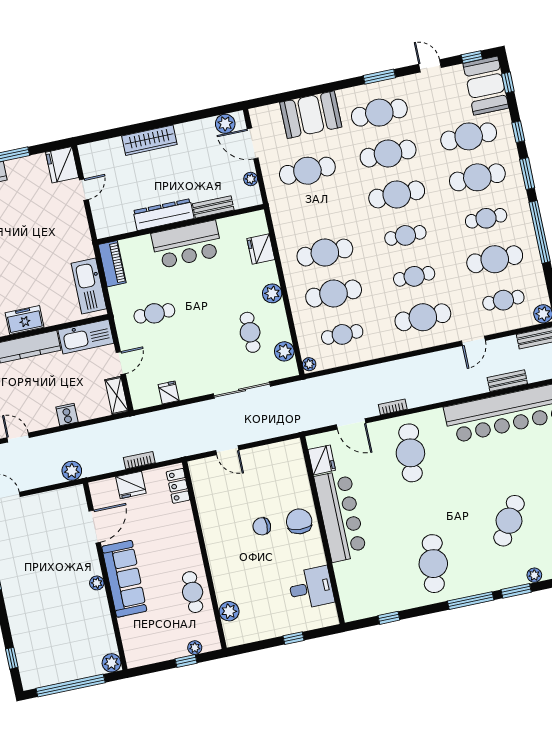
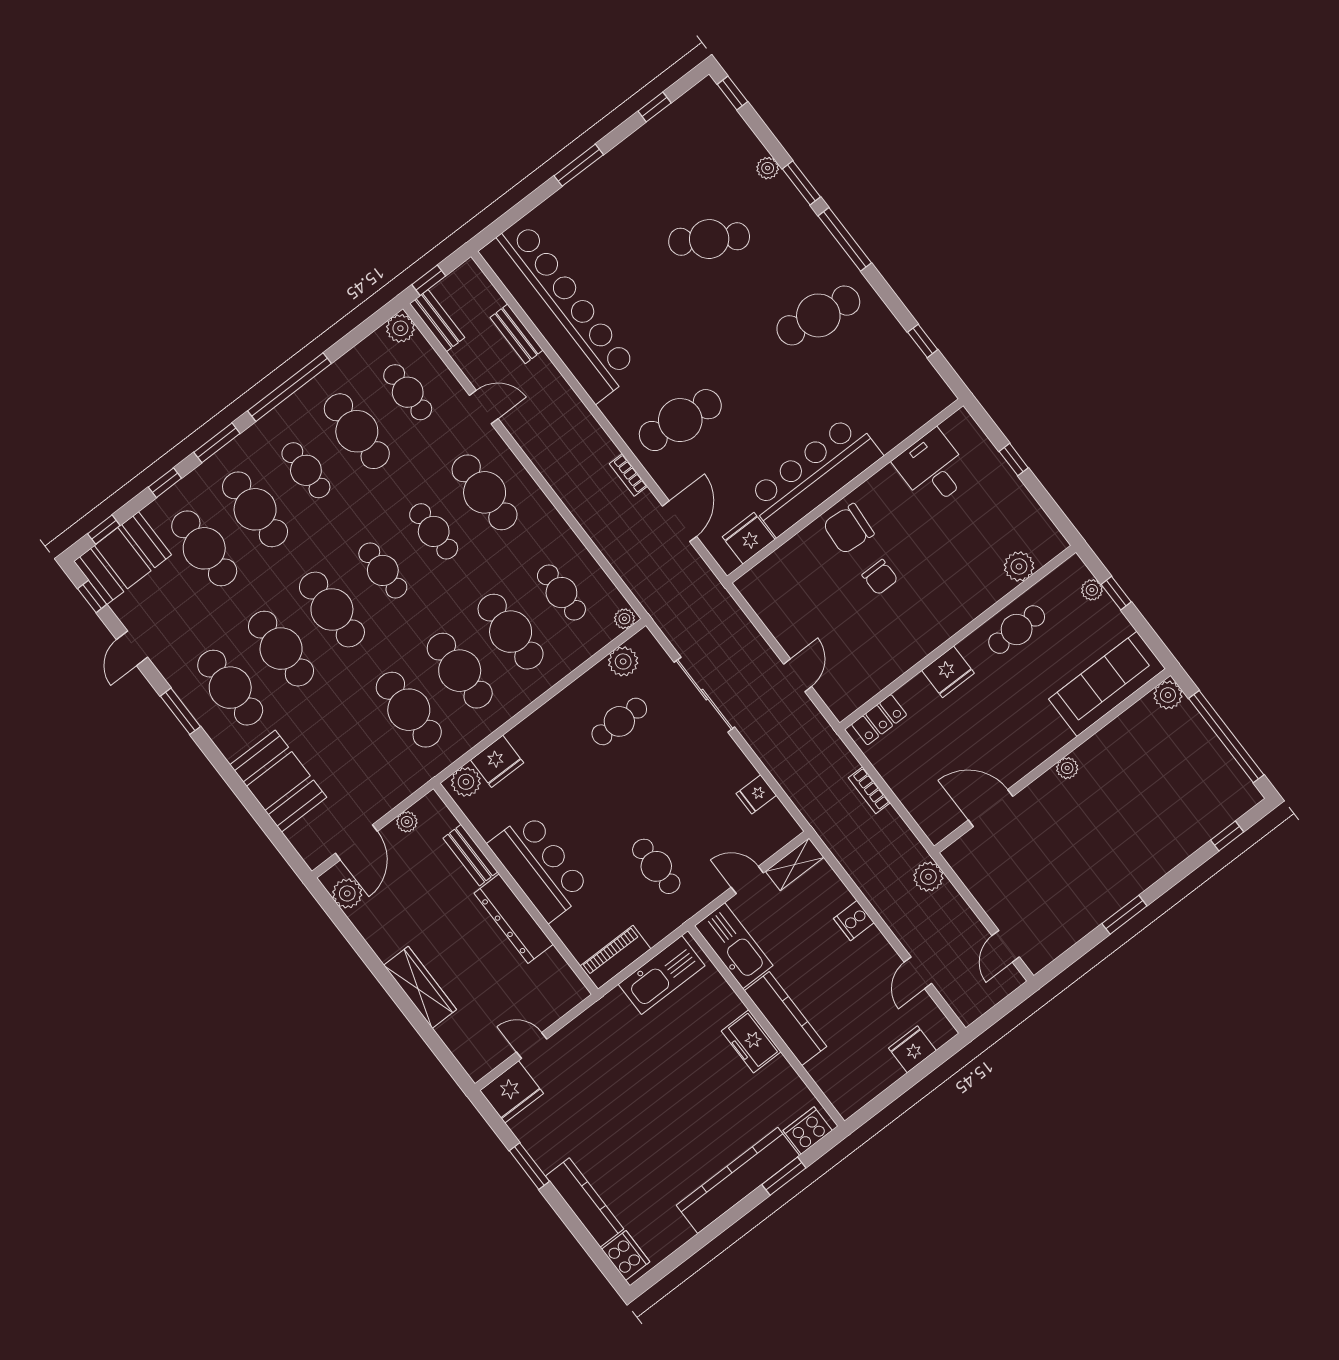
cafe table: (307, 171) -> (409, 710), moved
plant: (272, 293) -> (466, 782), moved
fridge: (131, 485) -> (948, 672), moved, turned 90
sofa: (124, 579) -> (1107, 684), moved

